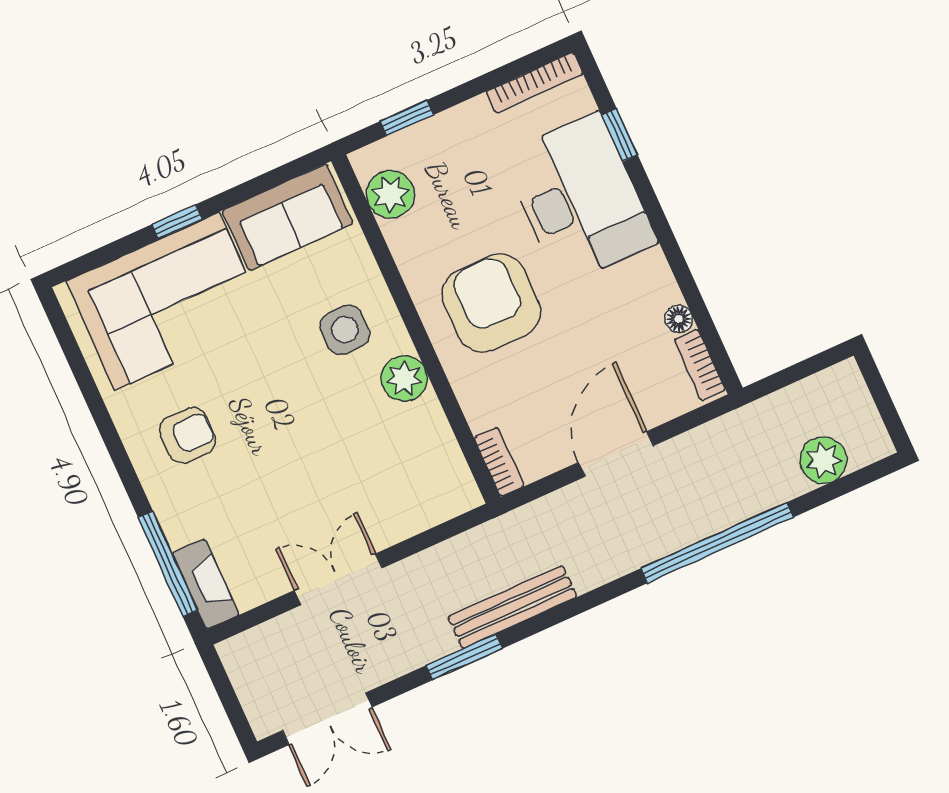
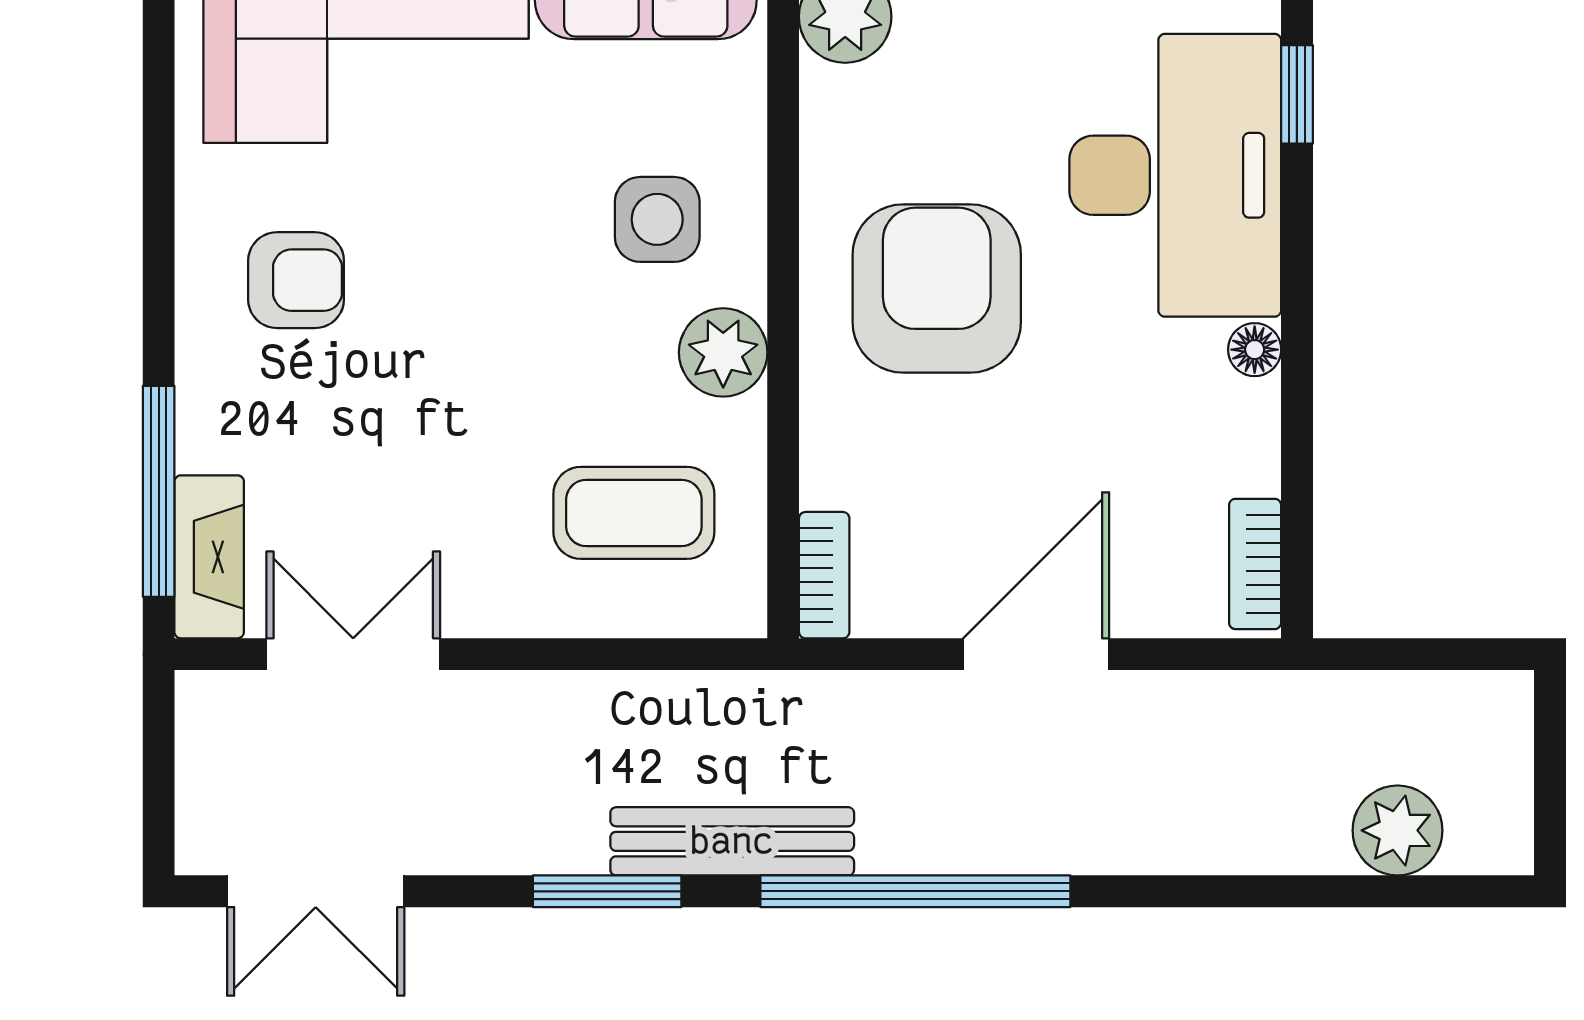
floor lamp: (679, 319) -> (1255, 350), moved
coffee table: (396, 473) -> (634, 513), added
window: (717, 543) -> (915, 891), moved
double door: (338, 579) -> (353, 654), moved

